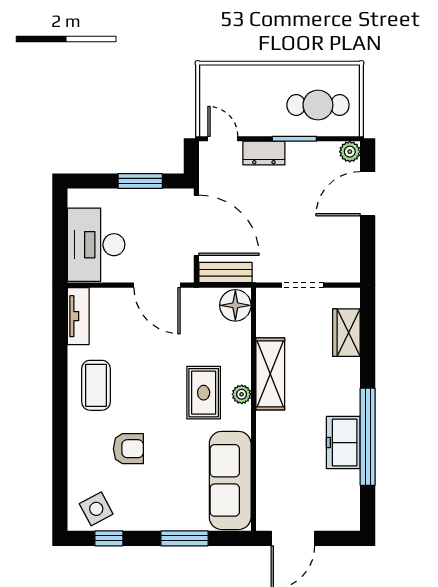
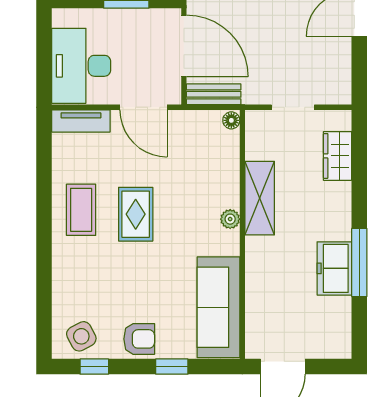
floor lamp: (235, 305) -> (231, 120), width x0.53, depth x0.53
tv unit: (78, 316) -> (81, 121), moved, turned 90
rug: (204, 393) -> (136, 214), moved
window: (368, 437) -> (359, 263), width x0.68
armchair: (128, 449) -> (139, 339), moved
window: (185, 538) -> (172, 367), width x0.67

